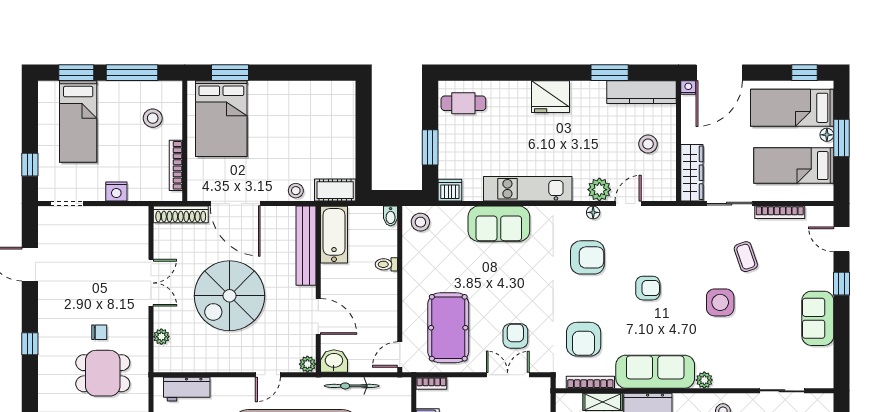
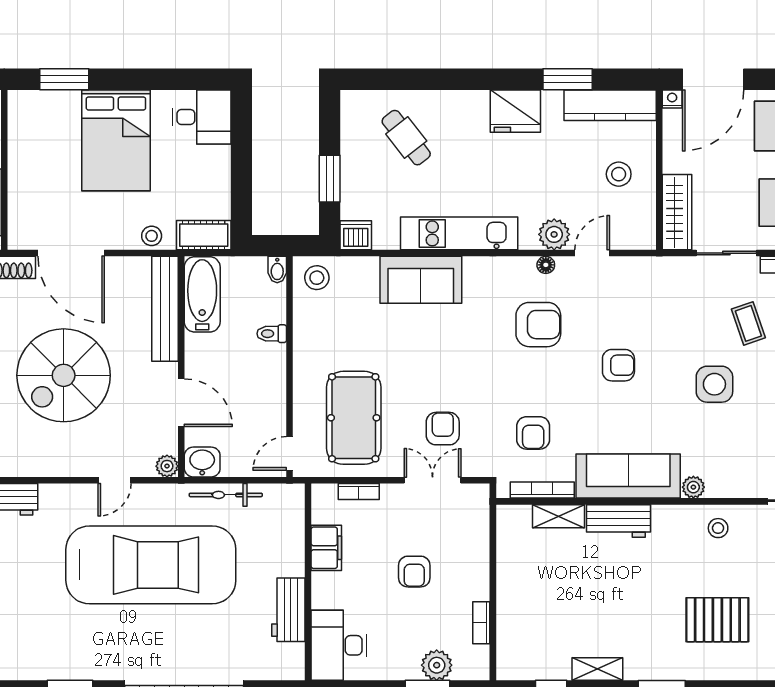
fridge: (551, 97) -> (515, 111), moved
desk: (334, 101) -> (202, 117), added
cafe table: (463, 103) -> (406, 138), moved, turned 52
bed: (221, 119) -> (116, 140), moved
armchair: (584, 339) -> (533, 433), width x0.72, depth x0.72
bookcase: (431, 383) -> (359, 491), moved

